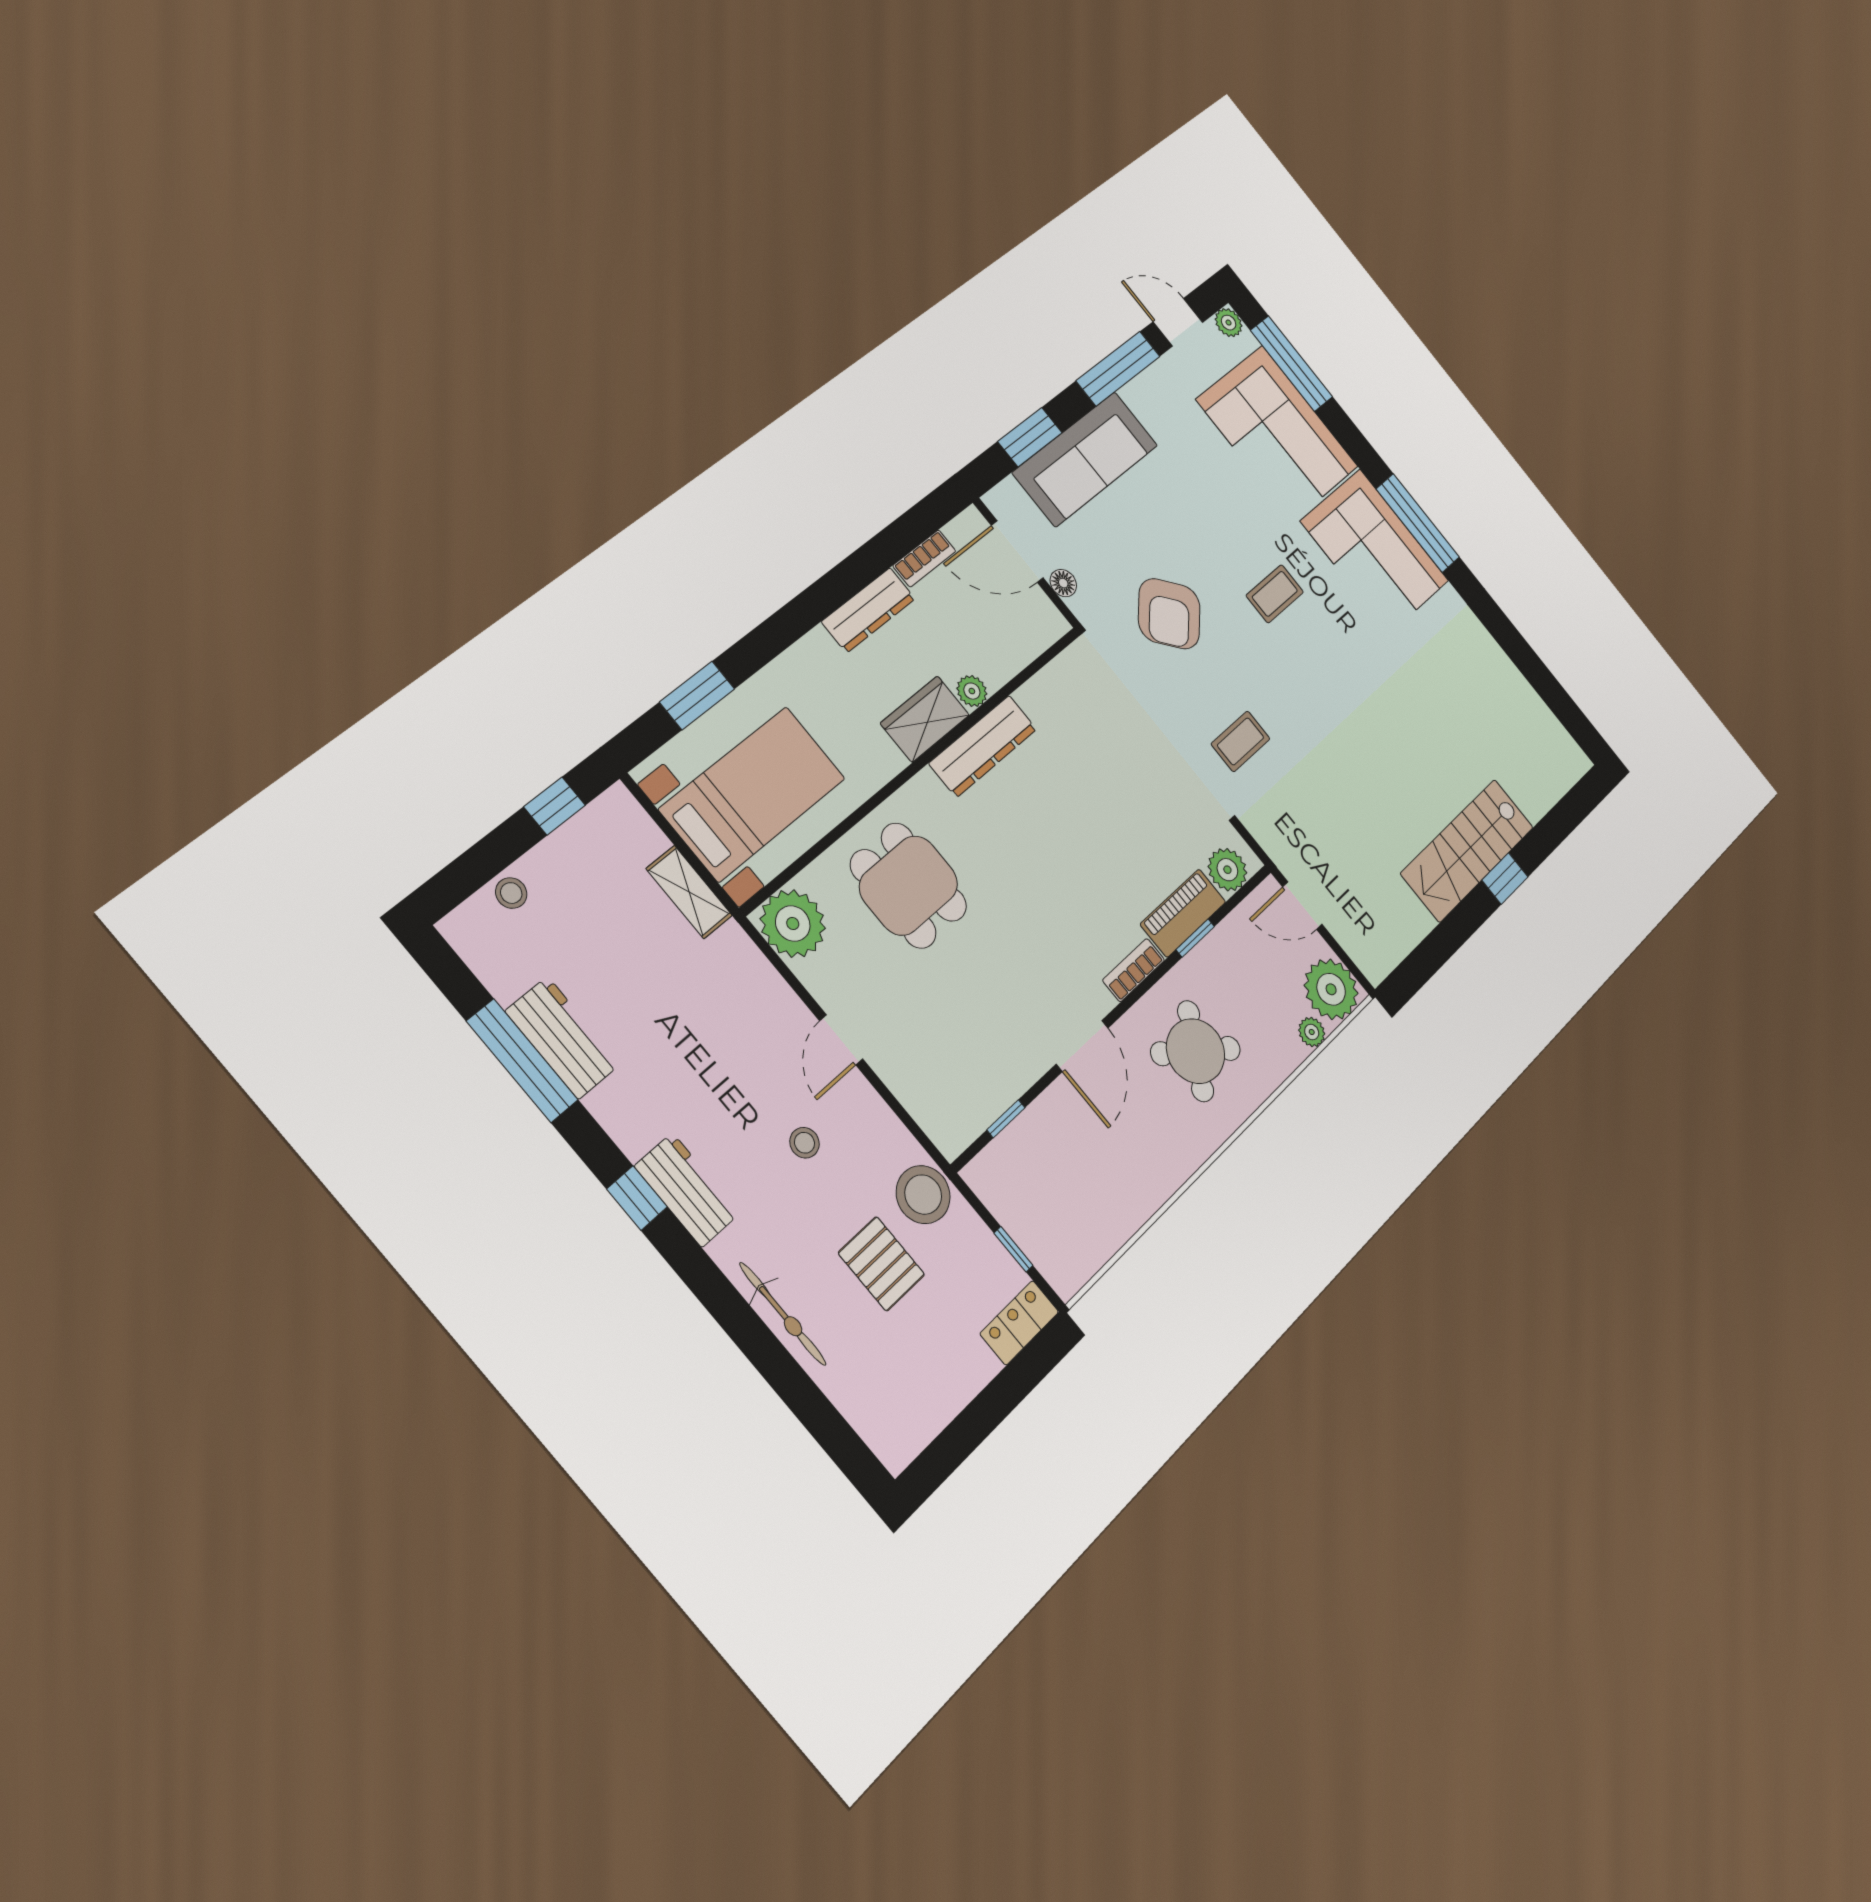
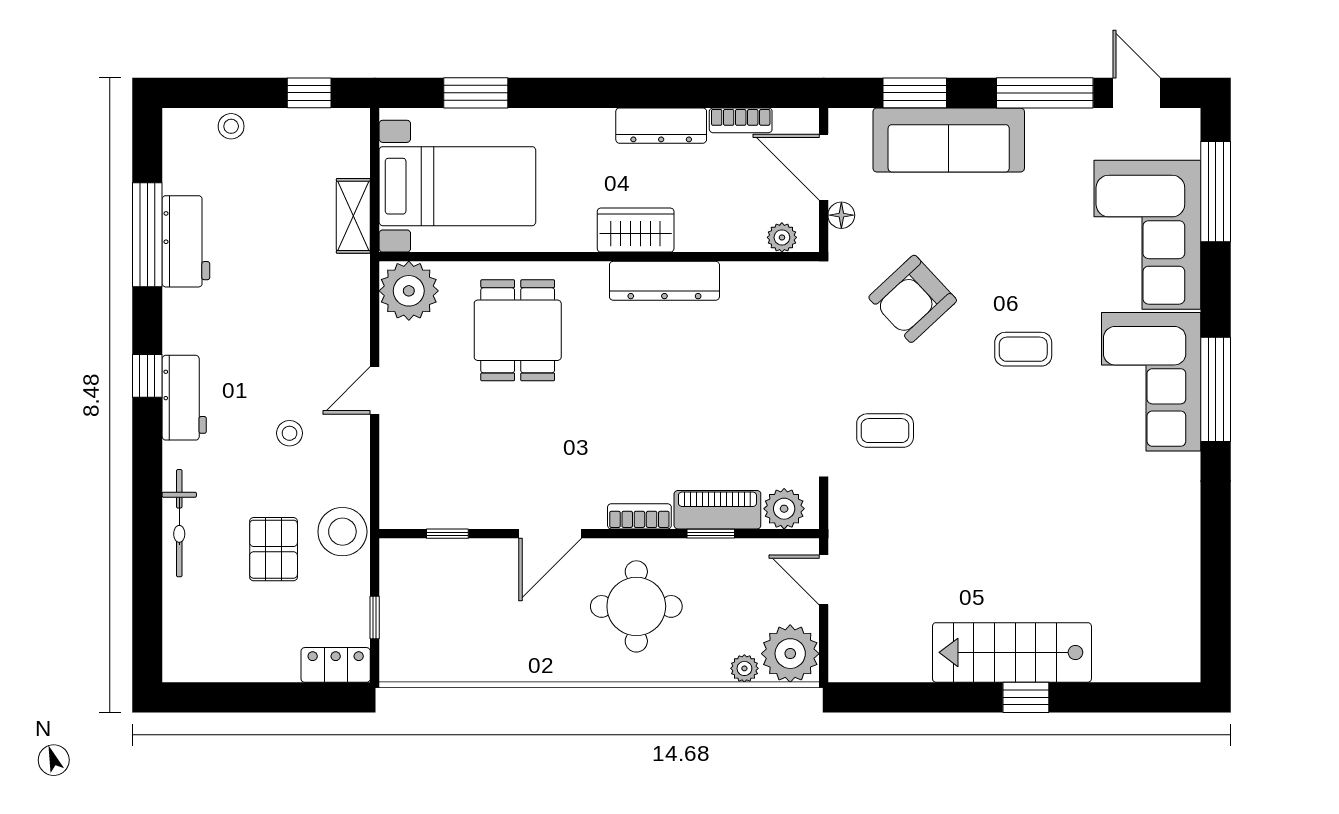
plant: (1229, 323) -> (1186, 123), removed
plant: (972, 691) -> (782, 237), moved
round table: (1196, 1051) -> (636, 606), turned -34

